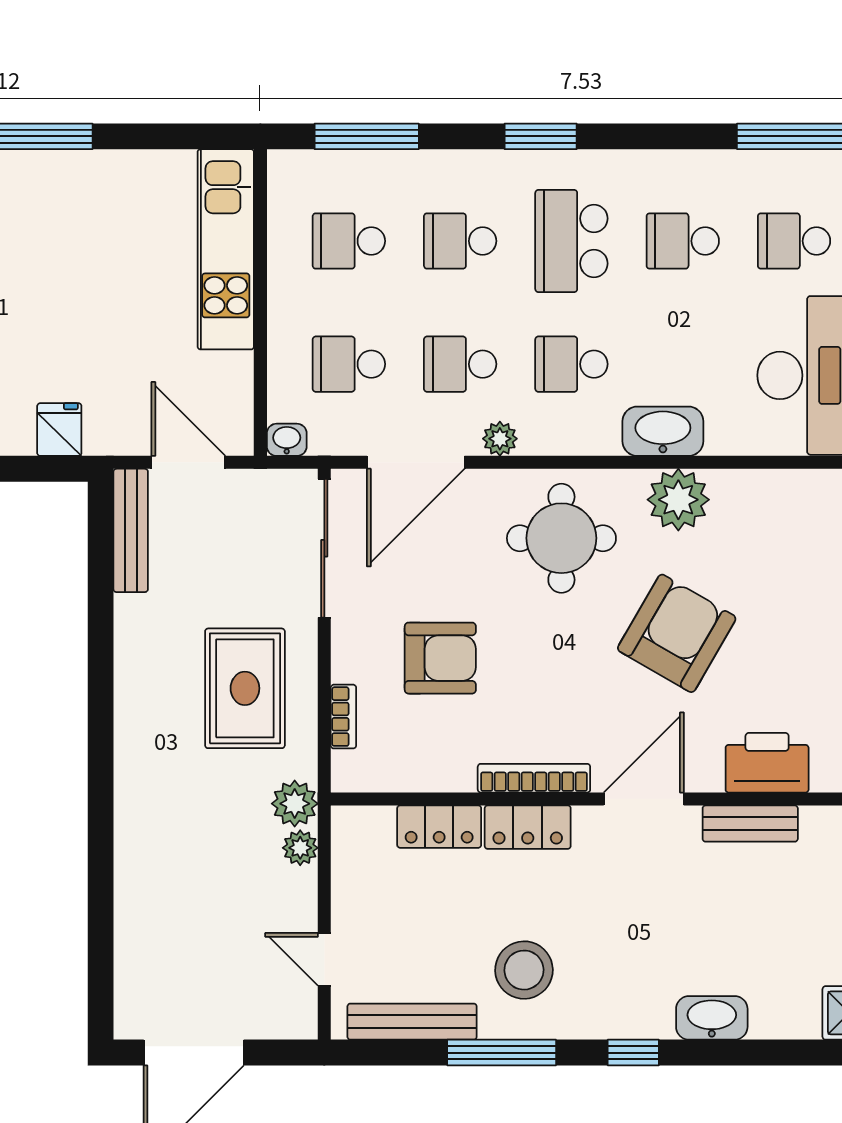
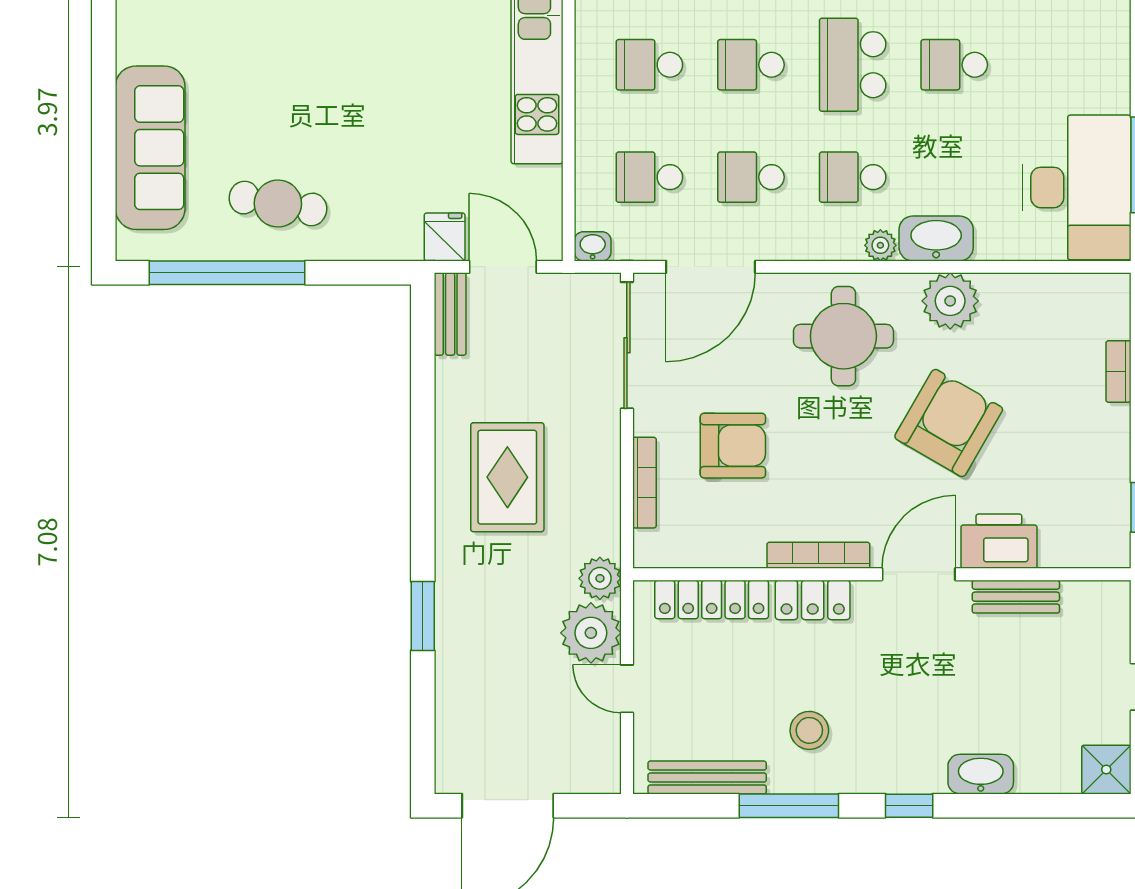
school desk: (794, 241) -> (1056, 65), removed
fridge: (59, 430) -> (445, 237), moved
plant: (500, 439) -> (880, 245), moved
bench: (131, 530) -> (450, 314), width x0.73
rug: (245, 688) -> (507, 477), moved
bookcase: (343, 717) -> (644, 483), width x1.56
printer: (767, 763) -> (999, 541), moved
locker: (439, 827) -> (712, 599), width x1.53
window: (101, 845) -> (423, 616), added
plant: (300, 848) -> (591, 633), width x1.88, depth x1.88
door: (324, 959) -> (627, 689), moved
stool: (524, 970) -> (809, 730), width x0.73, depth x0.73

